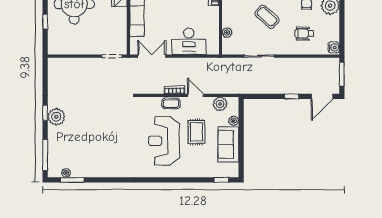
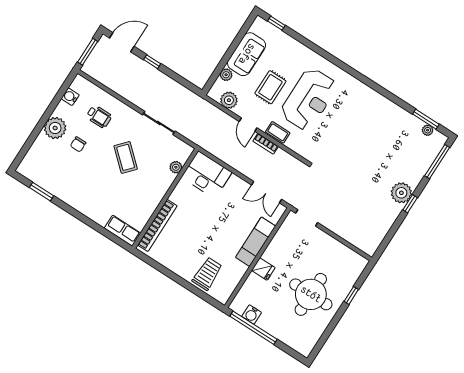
desk: (189, 41) -> (207, 175), moved
water cooler: (334, 47) -> (70, 97), moved

